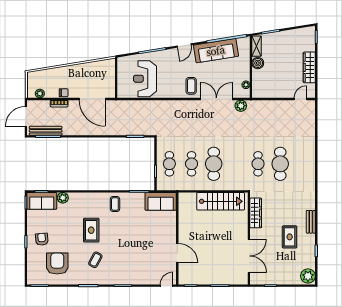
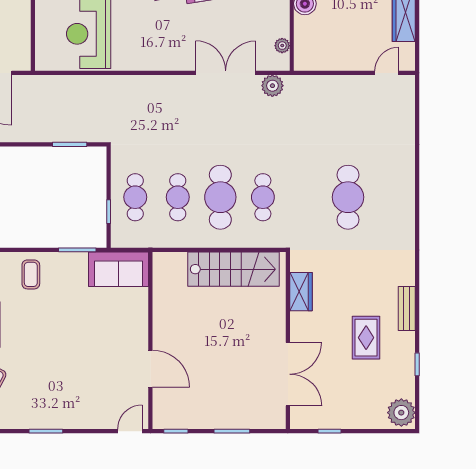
coffee table: (191, 86) -> (177, 47), removed
cafe table: (258, 164) -> (263, 197), moved
wardrobe: (256, 213) -> (301, 292), width x0.67

